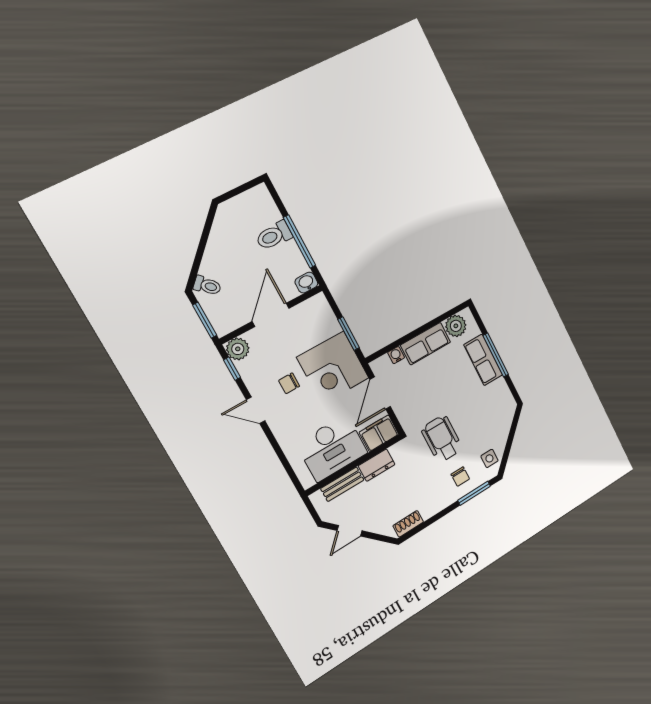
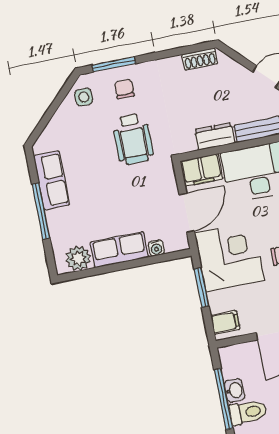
washbasin: (306, 283) -> (235, 390), moved, turned -90
filing cabinet: (319, 310) -> (225, 322), added
row of seats: (483, 360) -> (52, 180), moved

